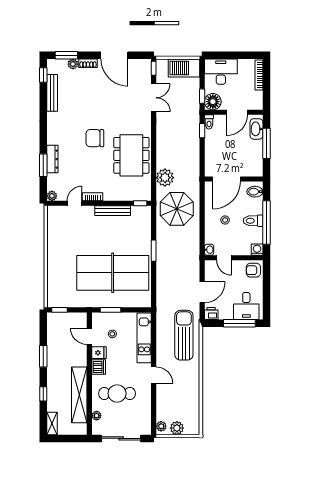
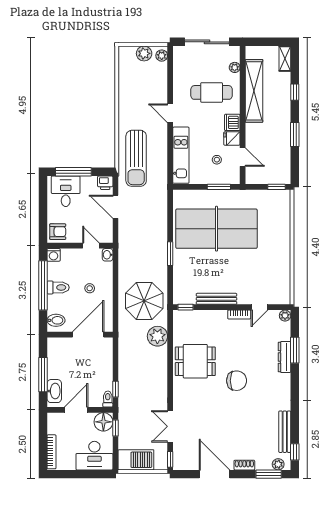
plant: (73, 64) -> (278, 464), moved
dining table: (131, 155) -> (195, 361), width x0.73
door: (202, 292) -> (115, 207), hinge flipped

